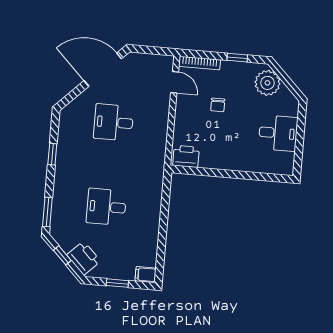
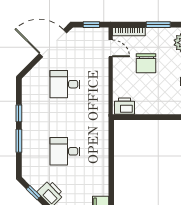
window: (153, 50) -> (91, 25), added
window: (237, 58) -> (158, 25), width x1.50
chair: (218, 105) -> (146, 63), width x1.87, depth x1.87
window: (47, 212) -> (19, 141), moved

